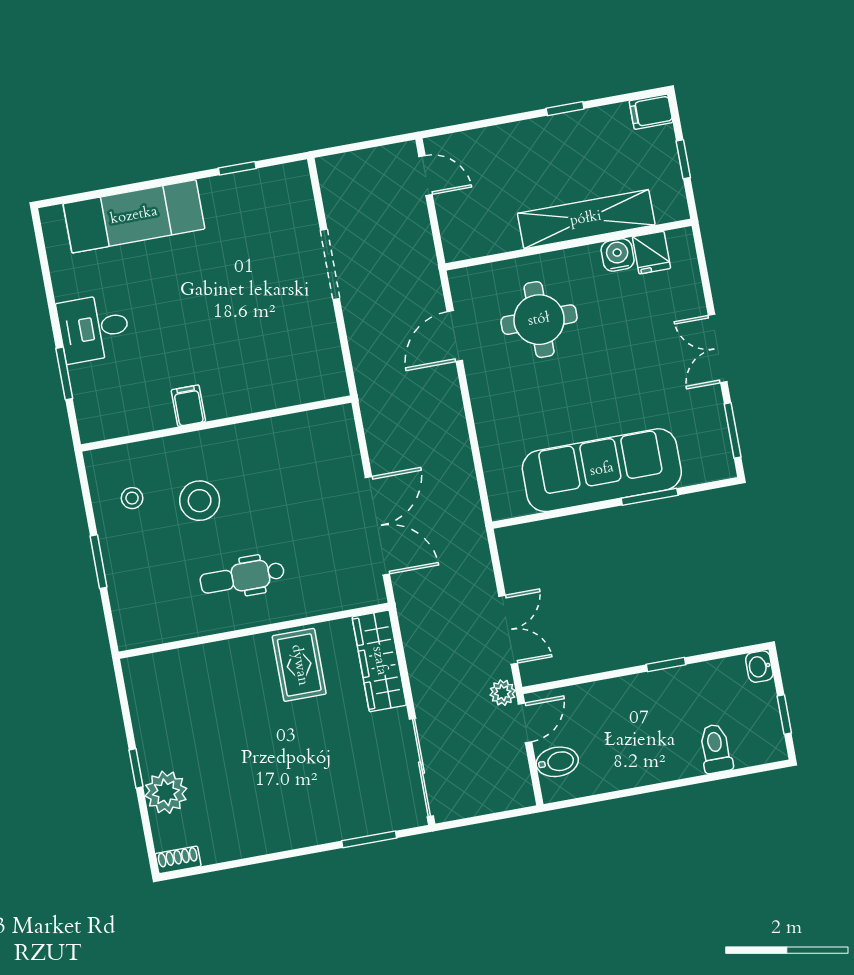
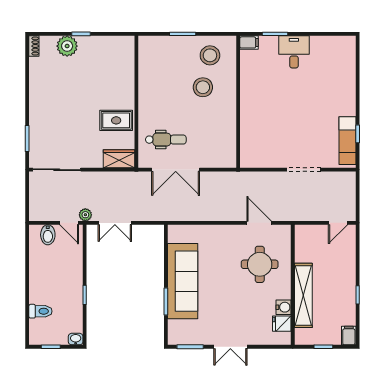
exam couch: (134, 216) -> (348, 141), moved, width x0.73, depth x0.69
double door: (718, 348) -> (230, 347), swing flipped
filing cabinet: (188, 406) -> (249, 42), moved
stool: (132, 498) -> (210, 55), width x1.89, depth x1.89
dental chair: (242, 577) -> (166, 140), moved, turned 90
wardrobe: (379, 661) -> (119, 159), width x0.67

